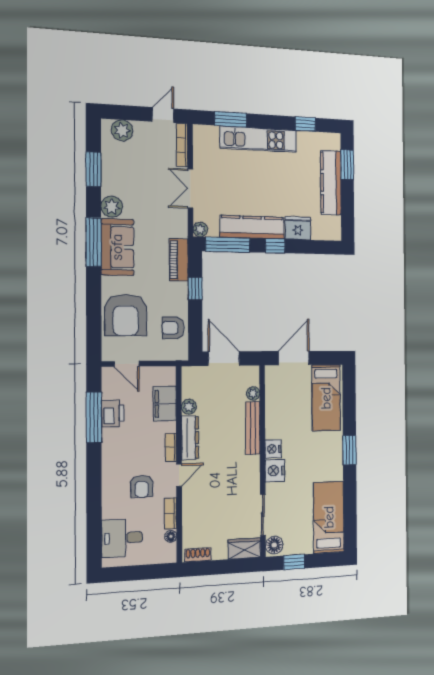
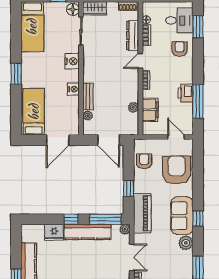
window: (94, 242) -> (198, 219), width x0.46
piano: (179, 260) -> (142, 213), width x1.37, depth x1.33
armchair: (173, 328) -> (144, 161), turned -90
printer: (113, 413) -> (186, 93), moved
bench: (253, 428) -> (88, 96), width x0.73
dresser: (190, 438) -> (133, 36), moved
nightstand: (273, 449) -> (73, 89), moved
armchair: (142, 486) -> (180, 49), moved
window: (94, 530) -> (198, 27), added

